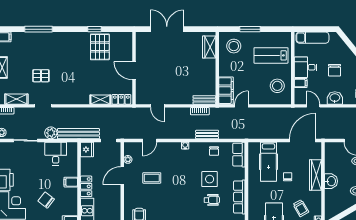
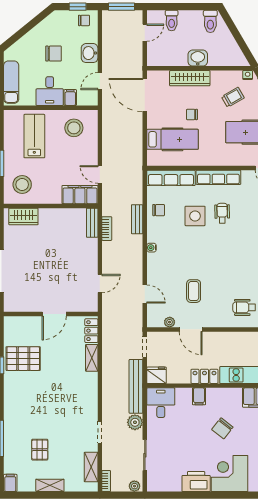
lab bench: (271, 55) -> (34, 136), turned 180
pallet: (41, 76) -> (40, 450), moved
desk: (56, 154) -> (161, 403), moved, turned 90
row of seats: (239, 155) -> (171, 178), width x1.48

